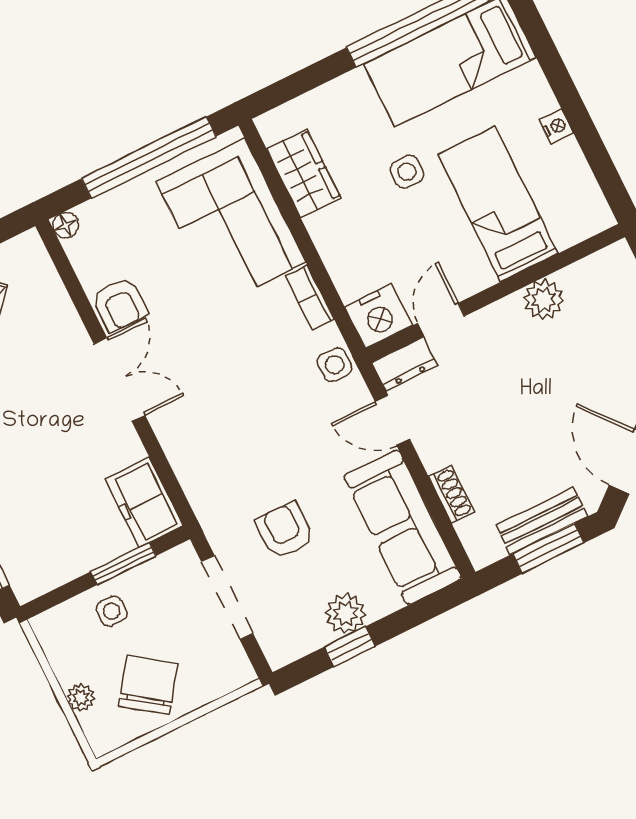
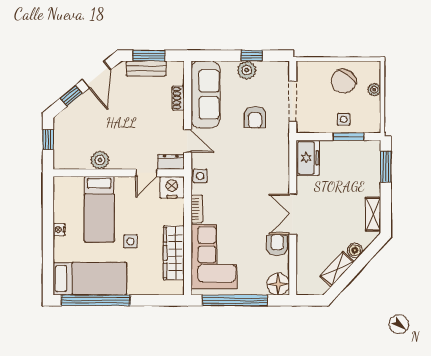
wardrobe: (304, 174) -> (174, 253), width x1.50
floor lamp: (66, 225) -> (278, 284), width x1.89, depth x1.89
window: (123, 564) -> (349, 137), moved

